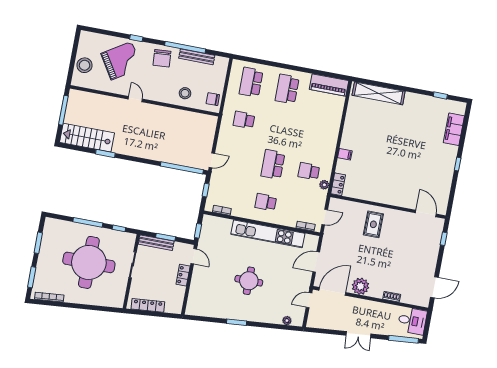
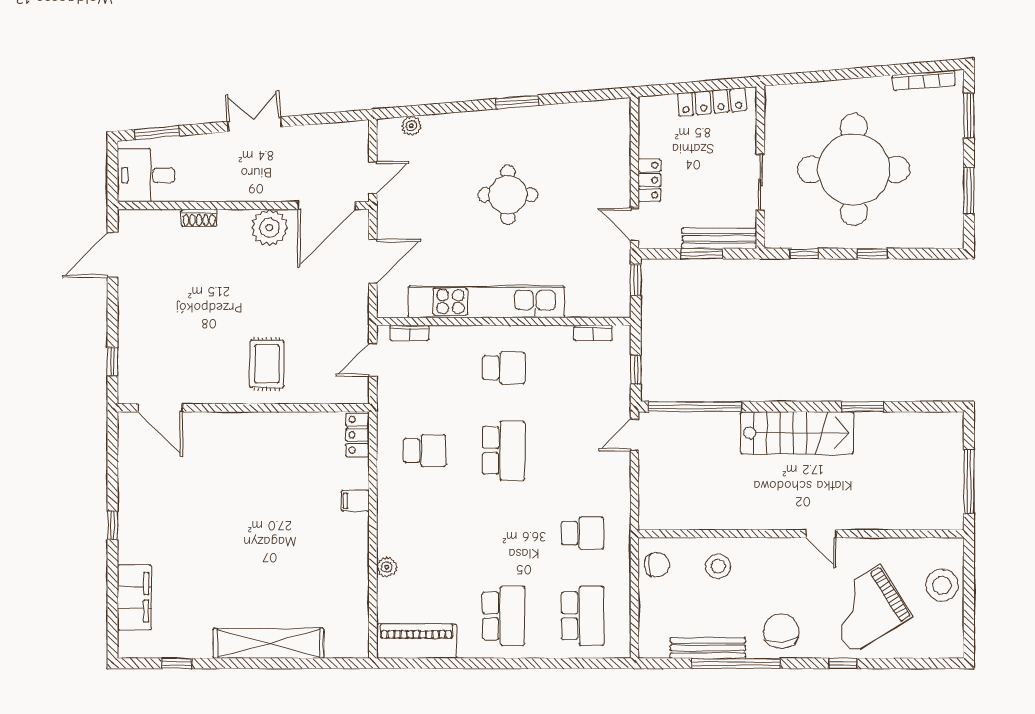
shelving: (379, 93) -> (268, 643), moved
stairs: (87, 138) -> (797, 433), moved
plant: (324, 185) -> (387, 567), moved
window: (88, 222) -> (872, 254), width x0.46
window: (404, 339) -> (157, 133), width x0.69

